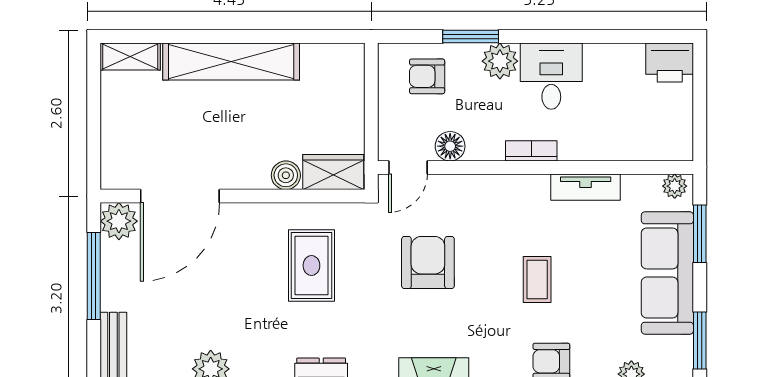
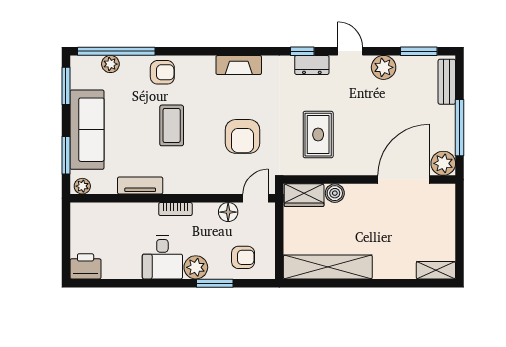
shelving: (231, 62) -> (328, 267), moved
coffee table: (537, 279) -> (172, 125), width x1.36, depth x1.30

